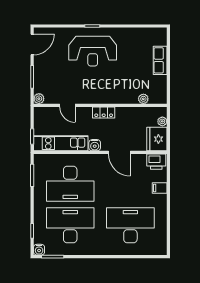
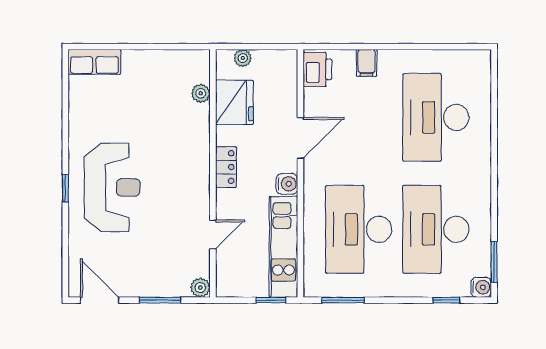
row of seats: (160, 60) -> (94, 62), moved
fridge: (157, 139) -> (234, 102), moved, turned -90
desk: (70, 184) -> (359, 229), turned 180

